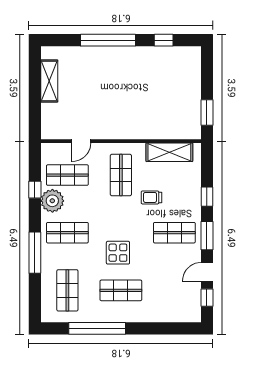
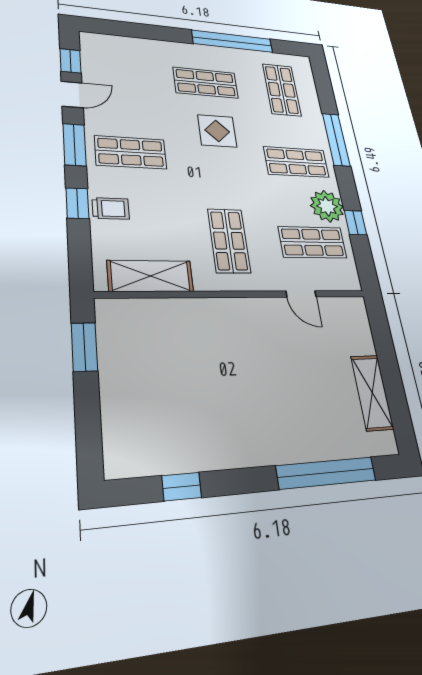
window: (108, 40) -> (326, 473), moved
door: (81, 141) -> (301, 294), swing flipped
trolley: (151, 197) -> (111, 209), moved

